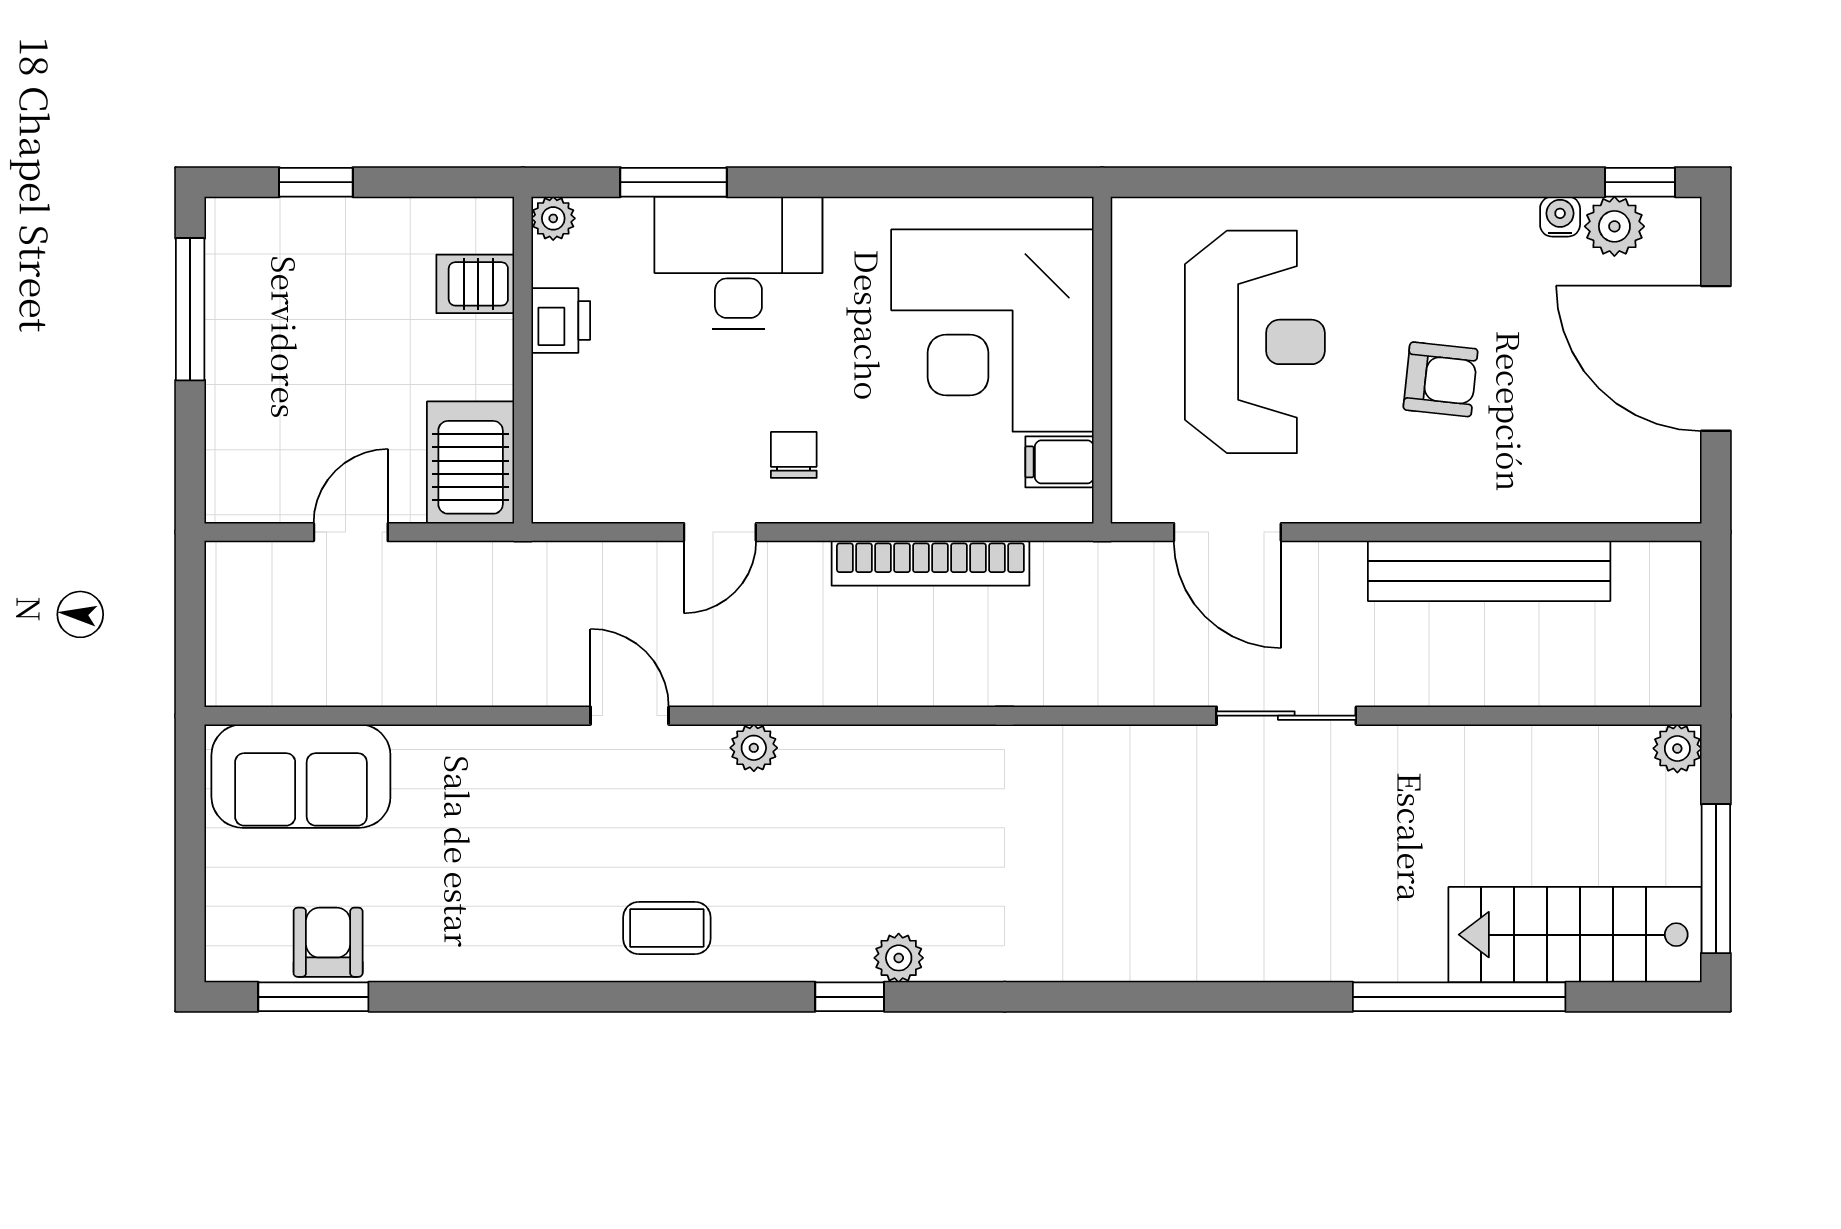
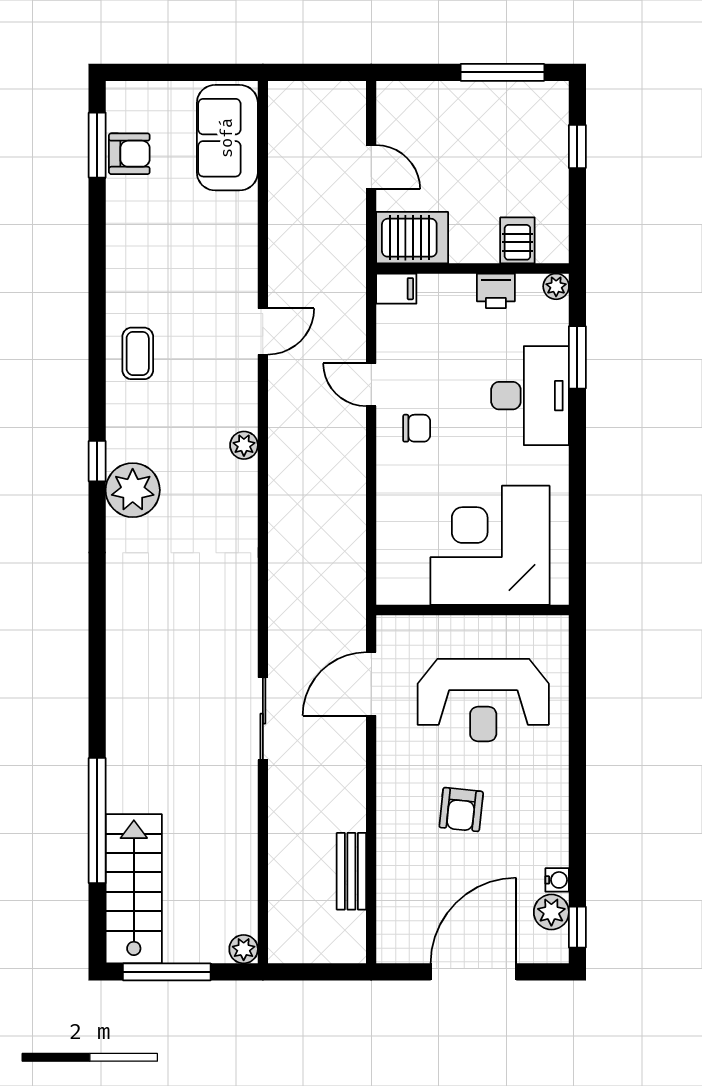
filing cabinet: (1059, 462) -> (396, 289), moved, turned 90
bookcase: (930, 563) -> (353, 509), removed
bench: (1489, 571) -> (351, 871), width x0.54, depth x0.82
plant: (754, 748) -> (244, 445), moved
plant: (899, 958) -> (133, 490), width x1.87, depth x1.87

